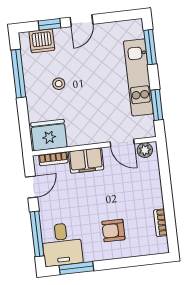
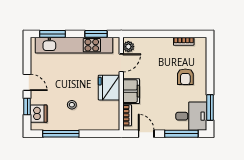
kitchen unit: (138, 77) -> (74, 45), width x1.36
fridge: (49, 135) -> (109, 88), moved

